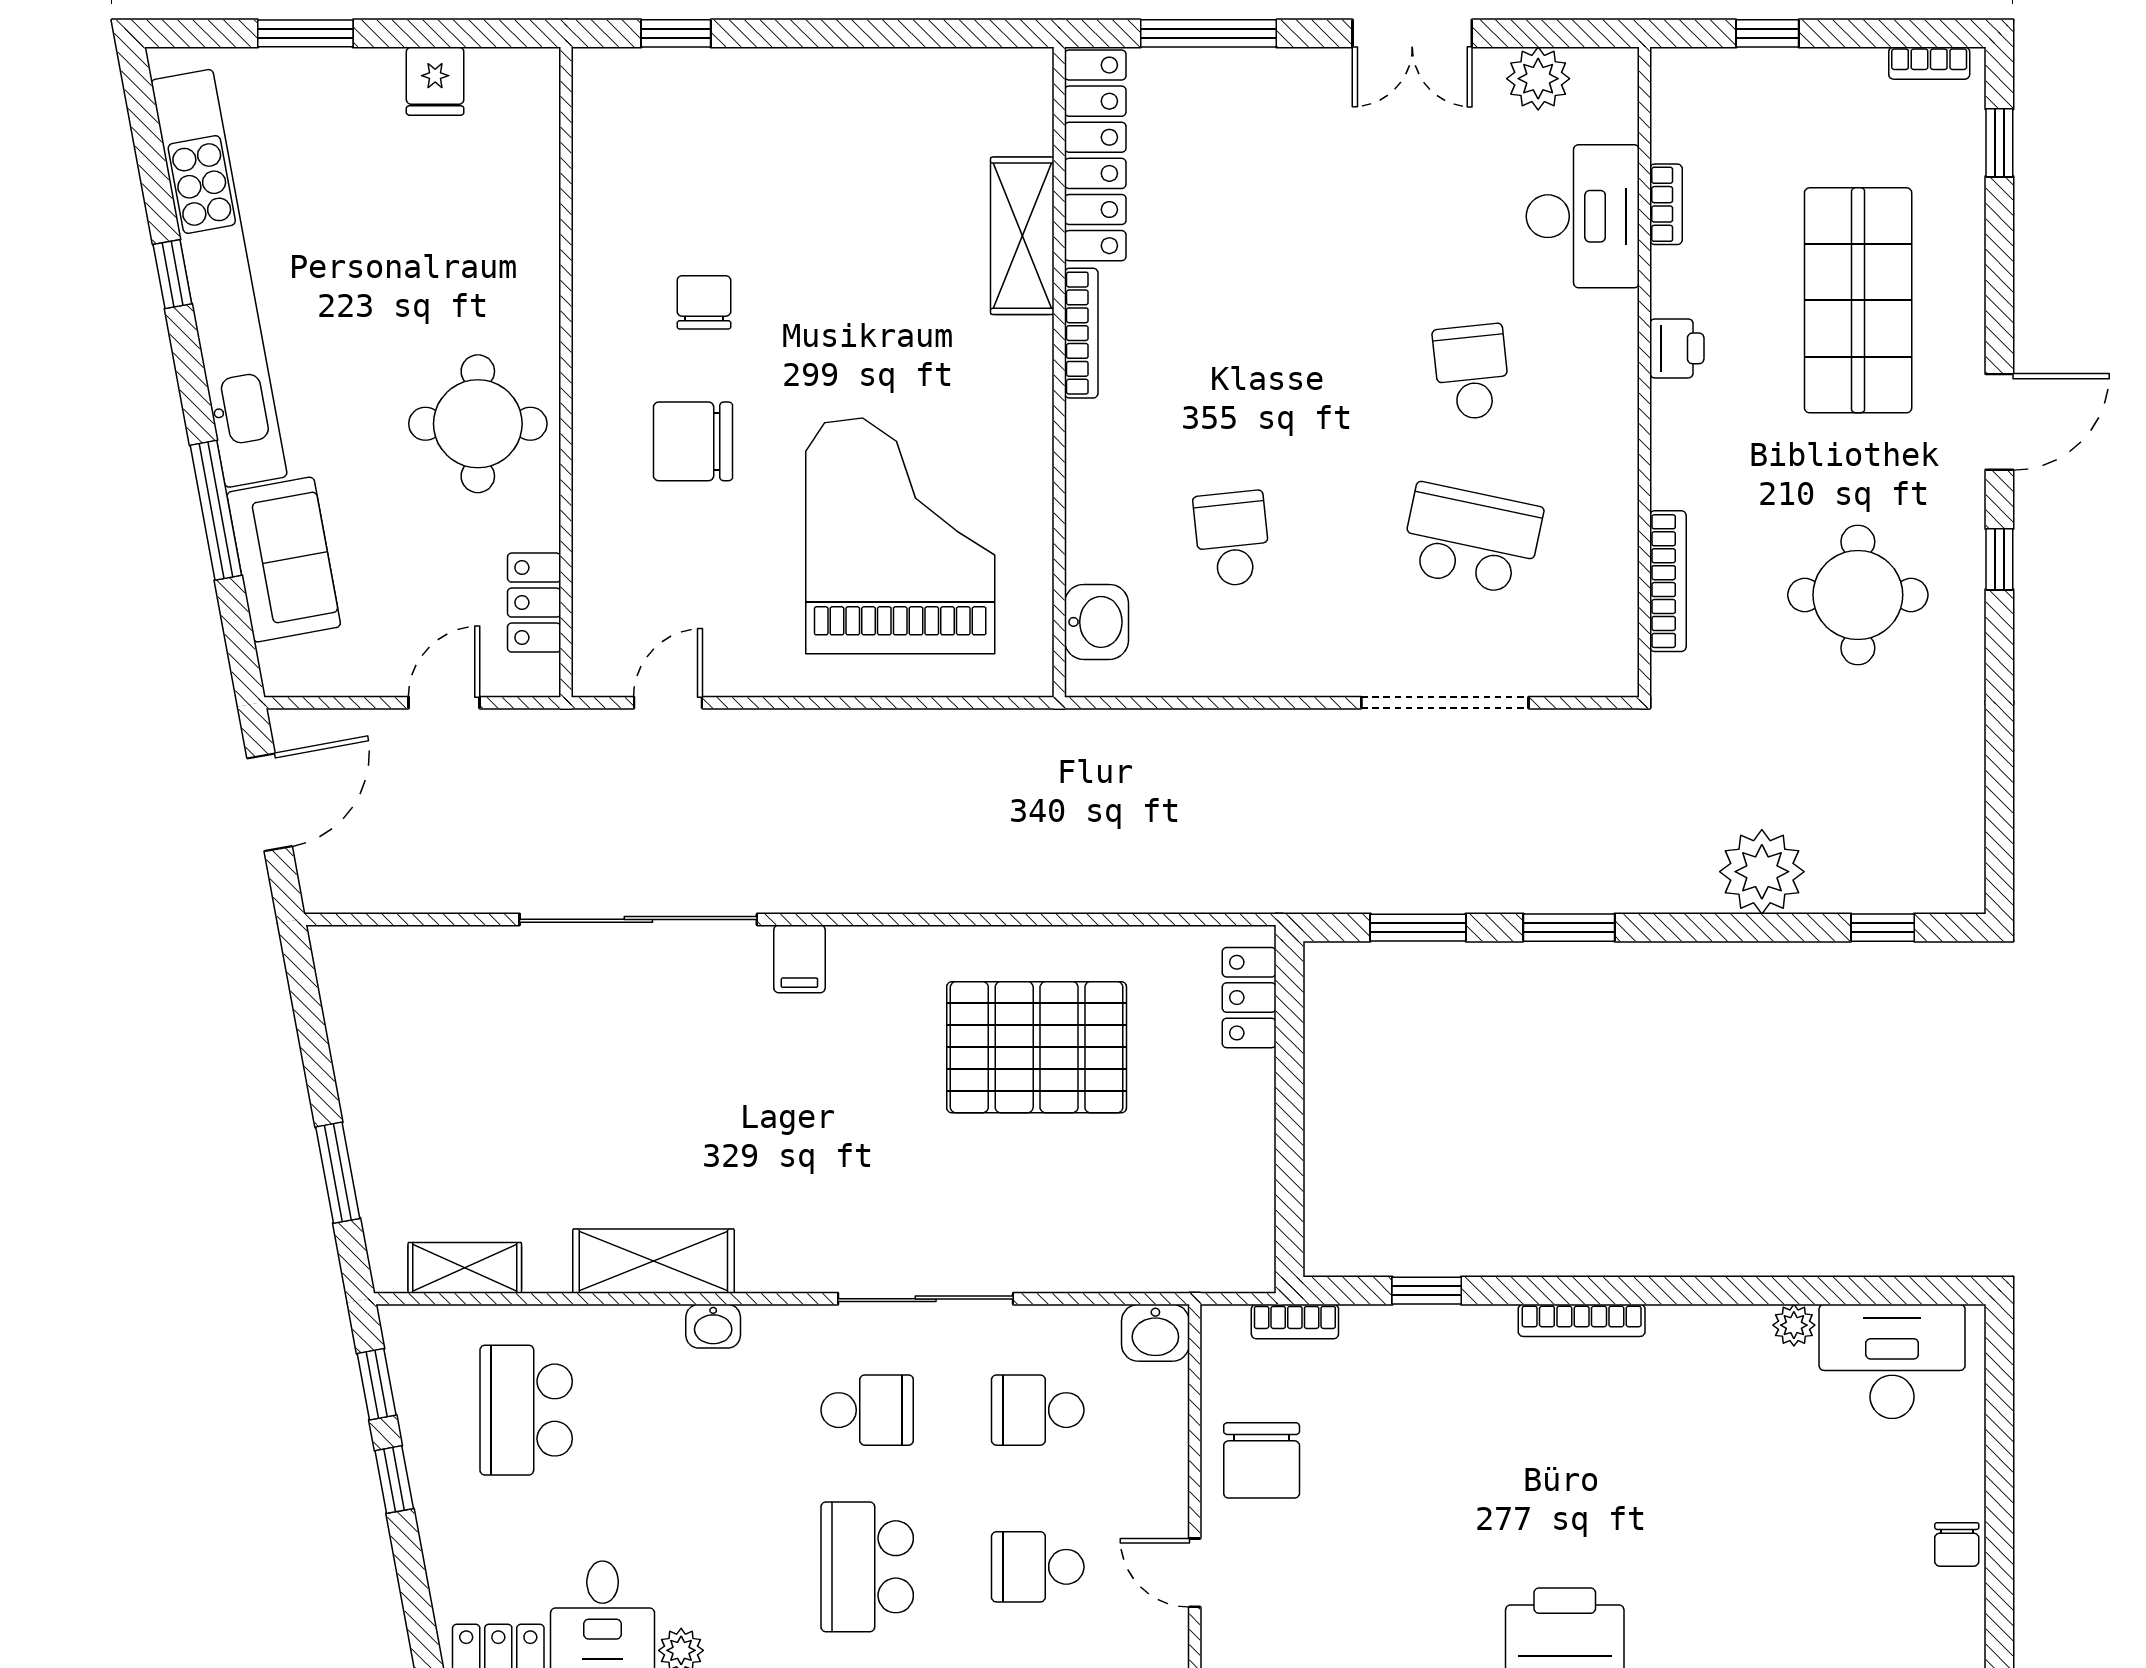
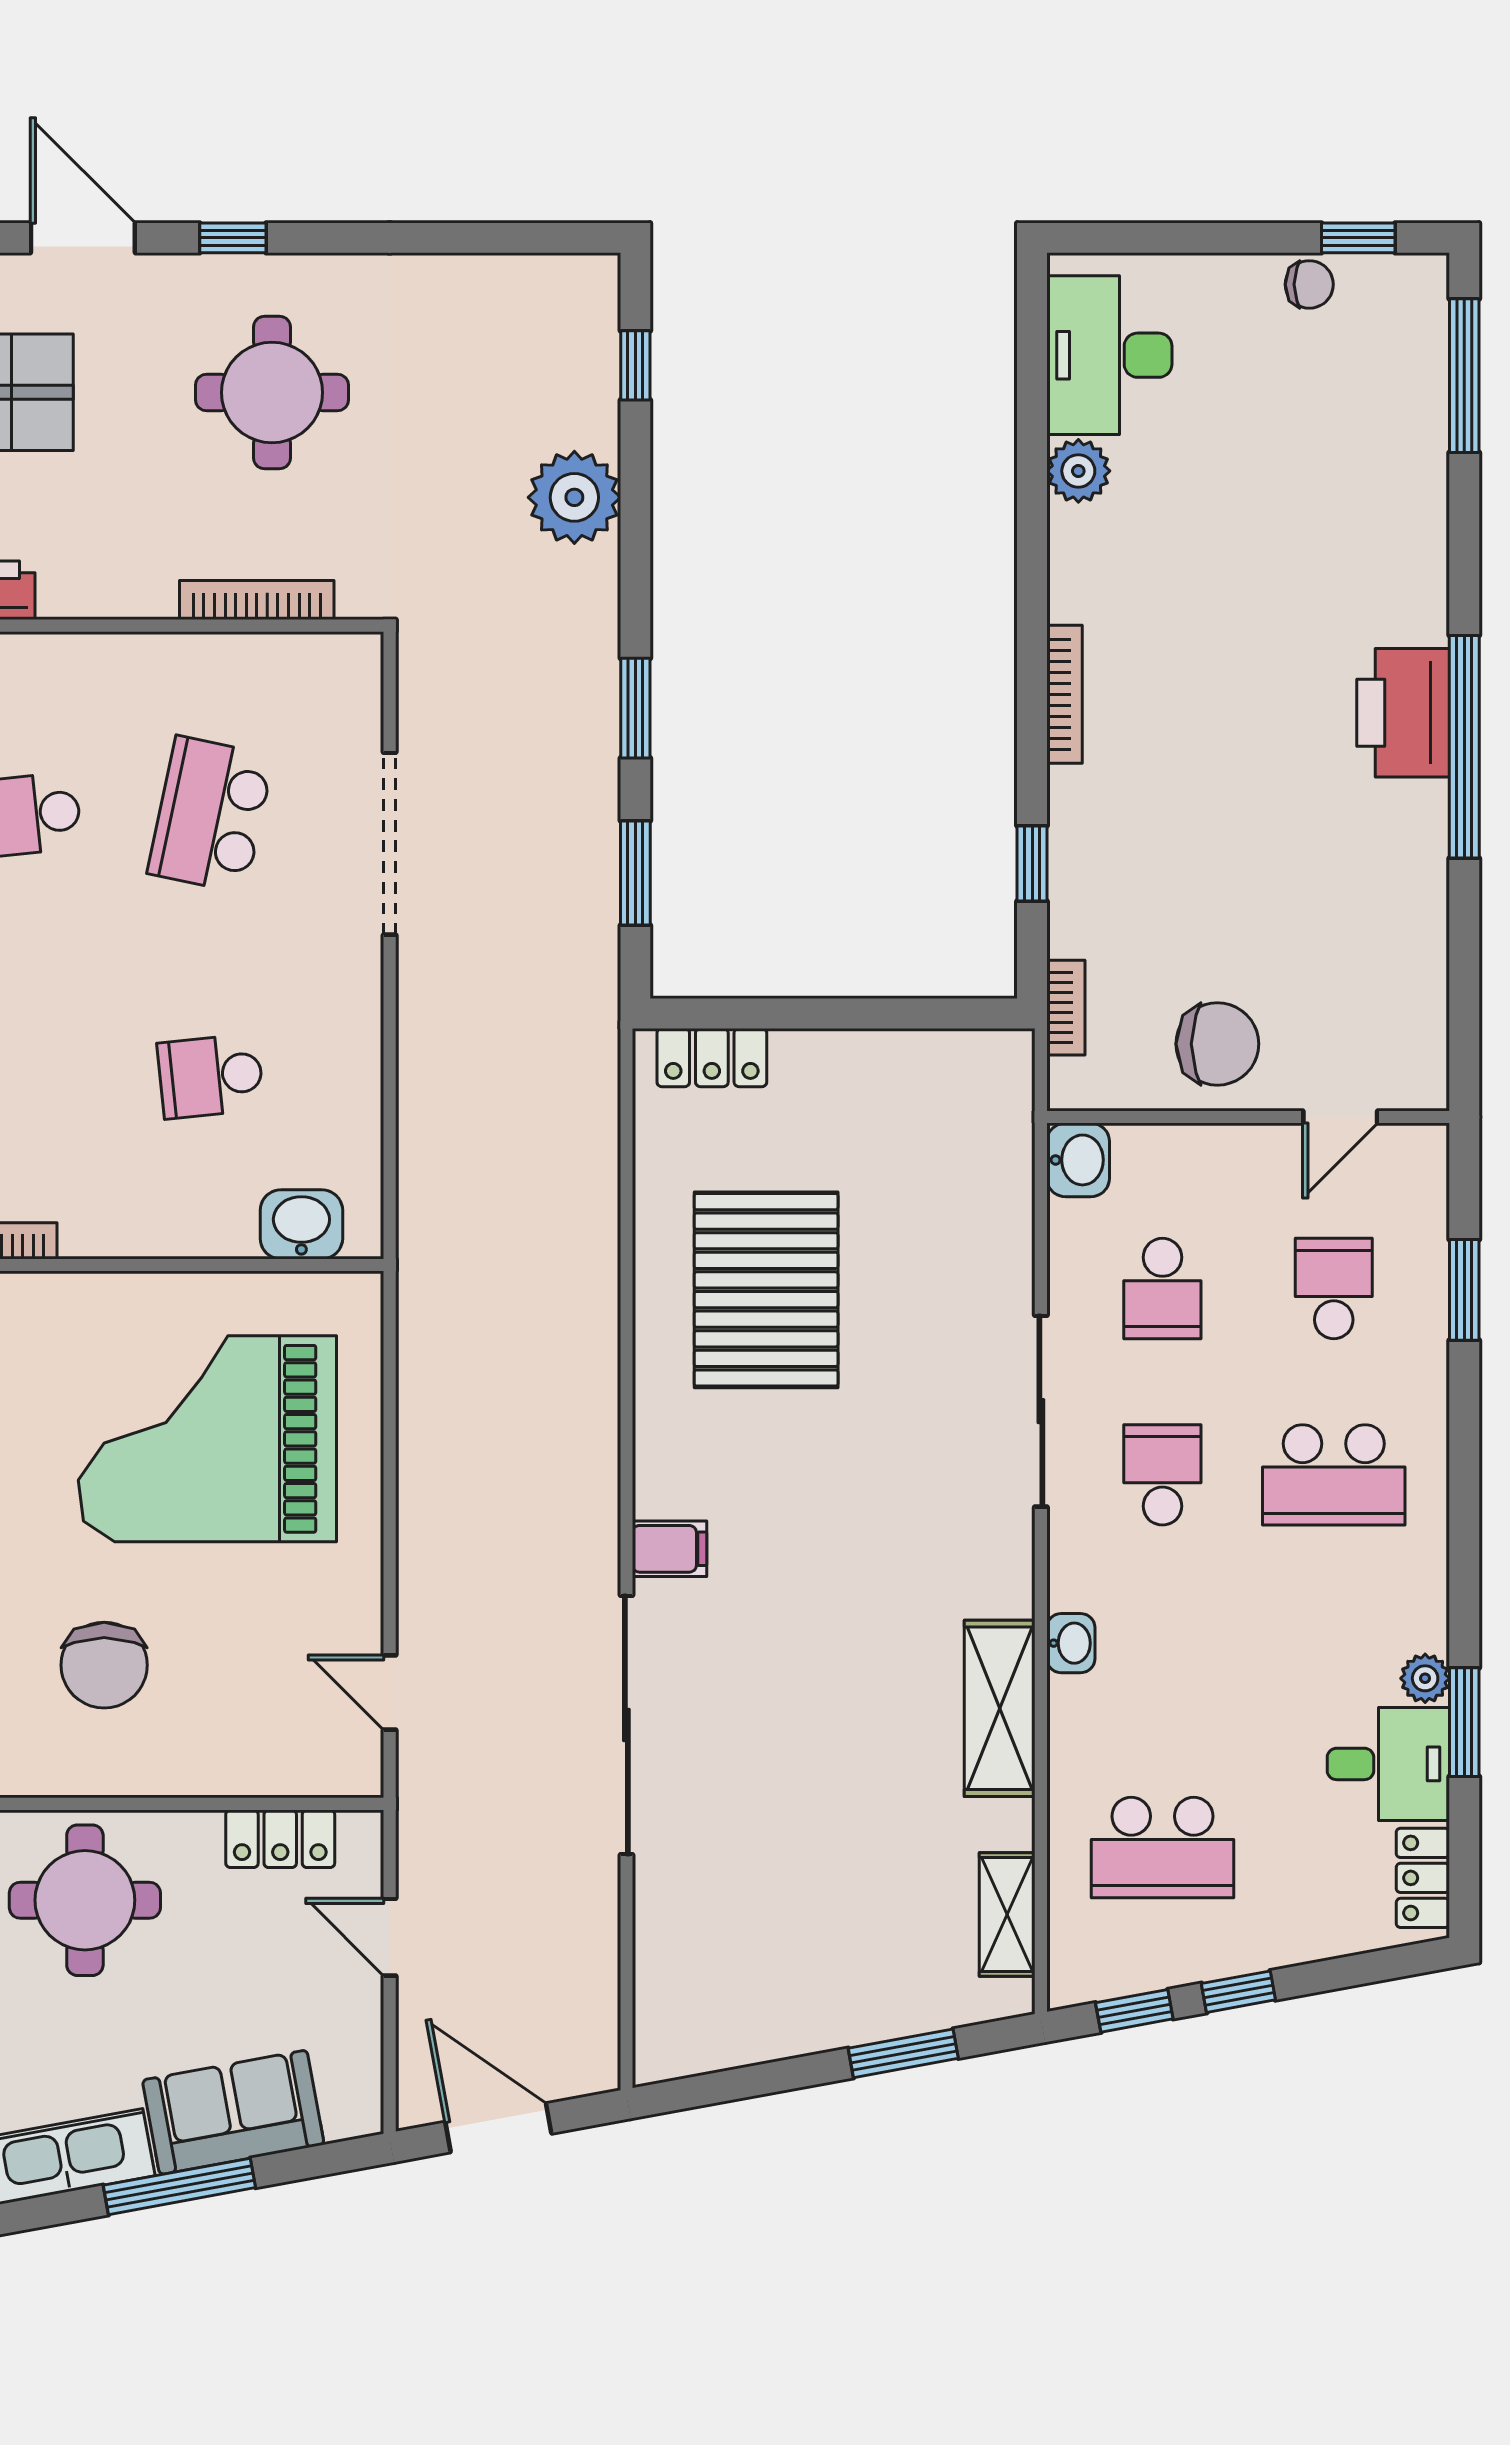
plant: (1794, 1325) -> (1078, 471), width x1.38, depth x1.38
school desk: (1038, 1567) -> (1334, 1289), turned 180
window: (1999, 1589) -> (1358, 238), added

